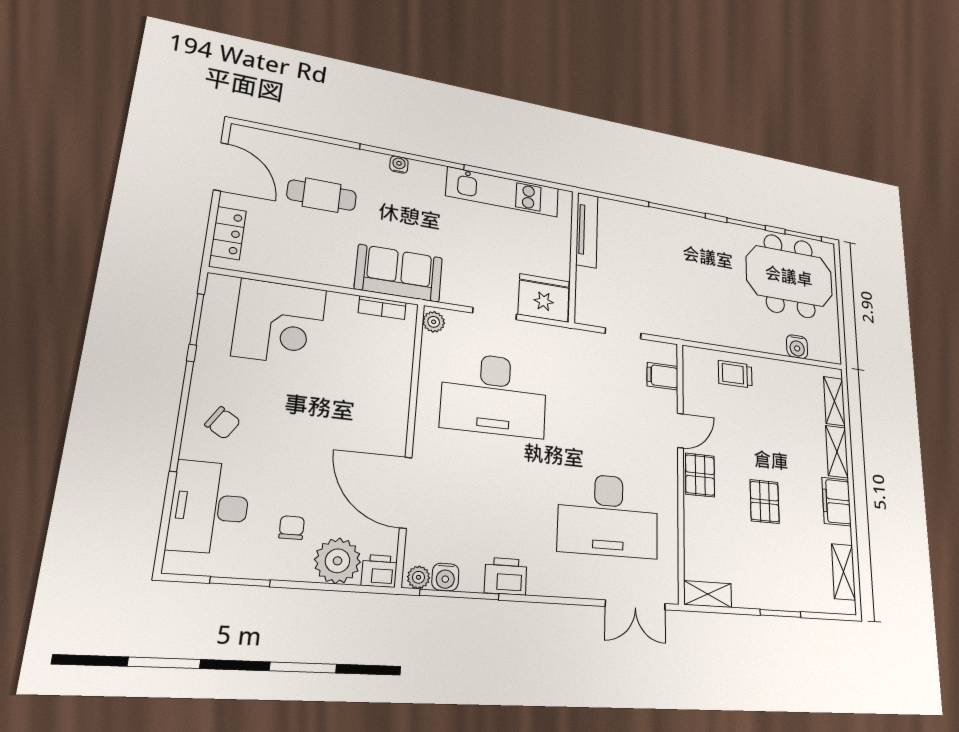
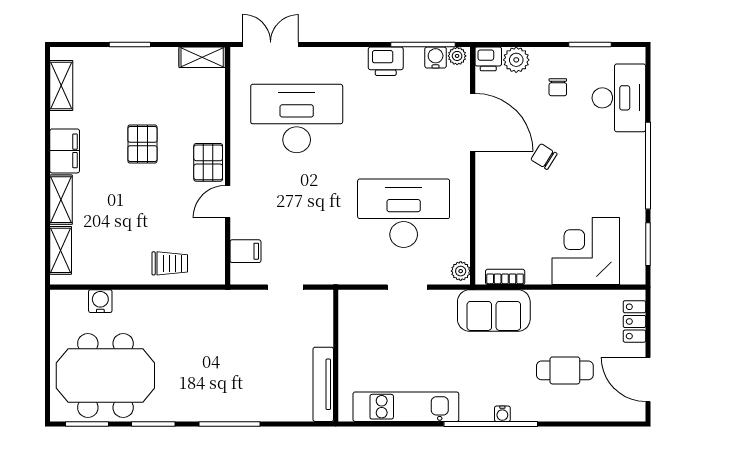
fridge: (544, 298) -> (363, 309), removed
chair: (223, 423) -> (544, 157), moved
plant: (338, 561) -> (516, 60), width x0.73, depth x0.73

